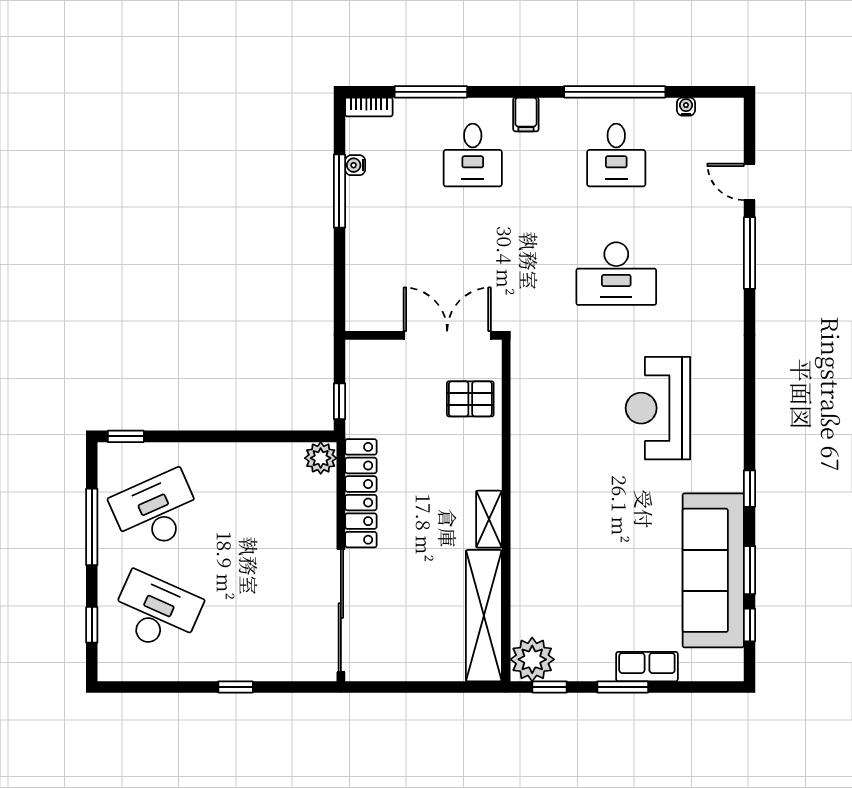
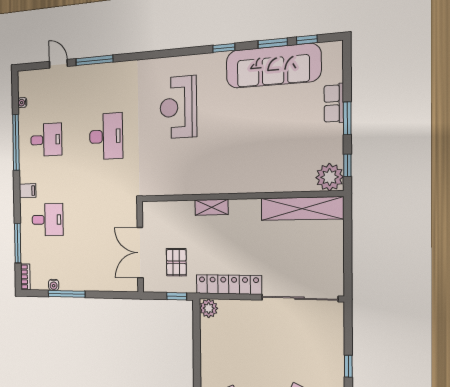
door: (750, 182) -> (58, 64), swing flipped
double door: (447, 335) -> (140, 253), moved
pallet: (470, 399) -> (176, 262), moved
reception desk: (658, 408) -> (178, 107), turned 90
shelving: (489, 519) -> (211, 207), moved

